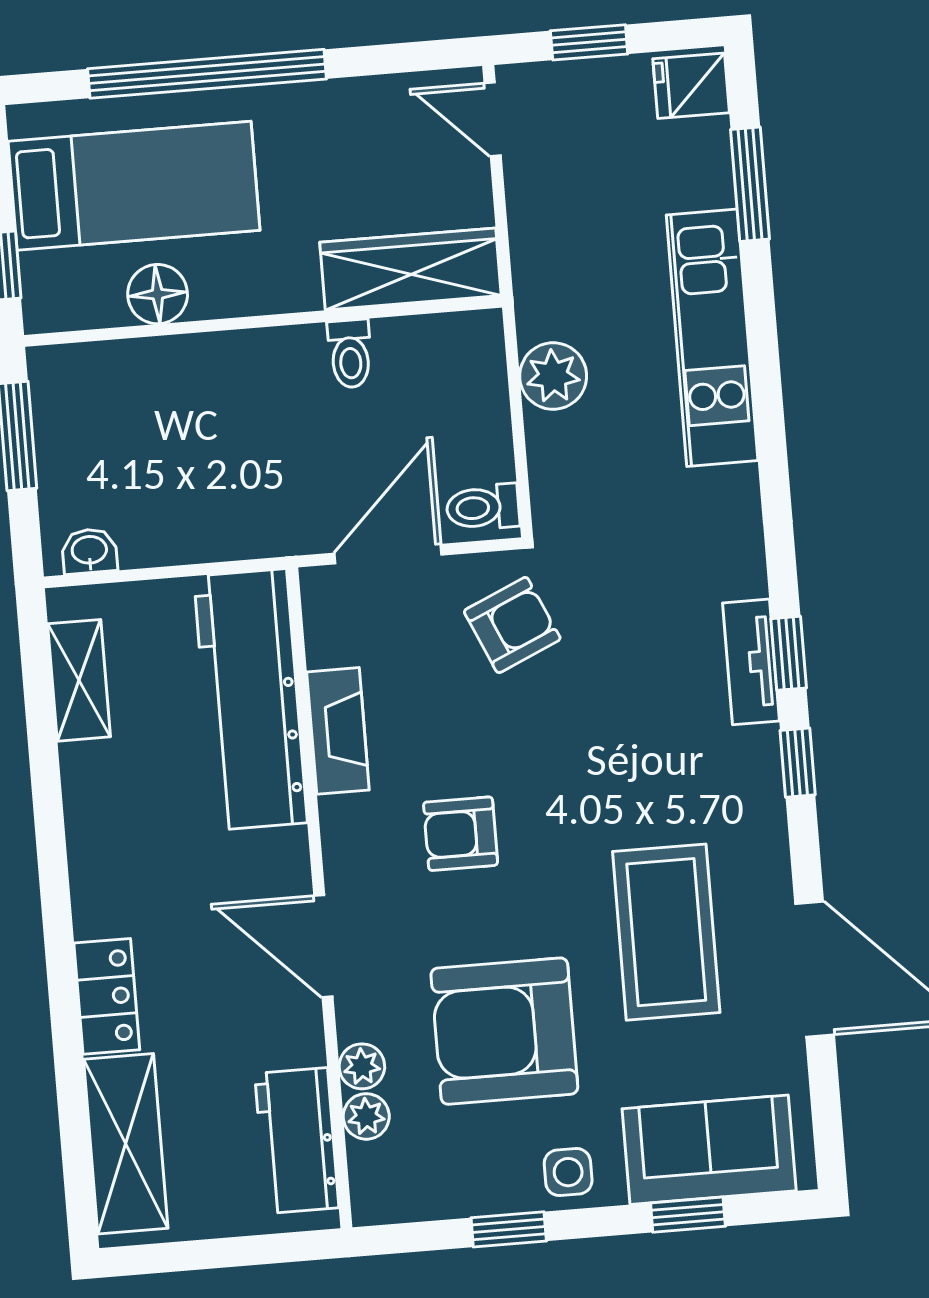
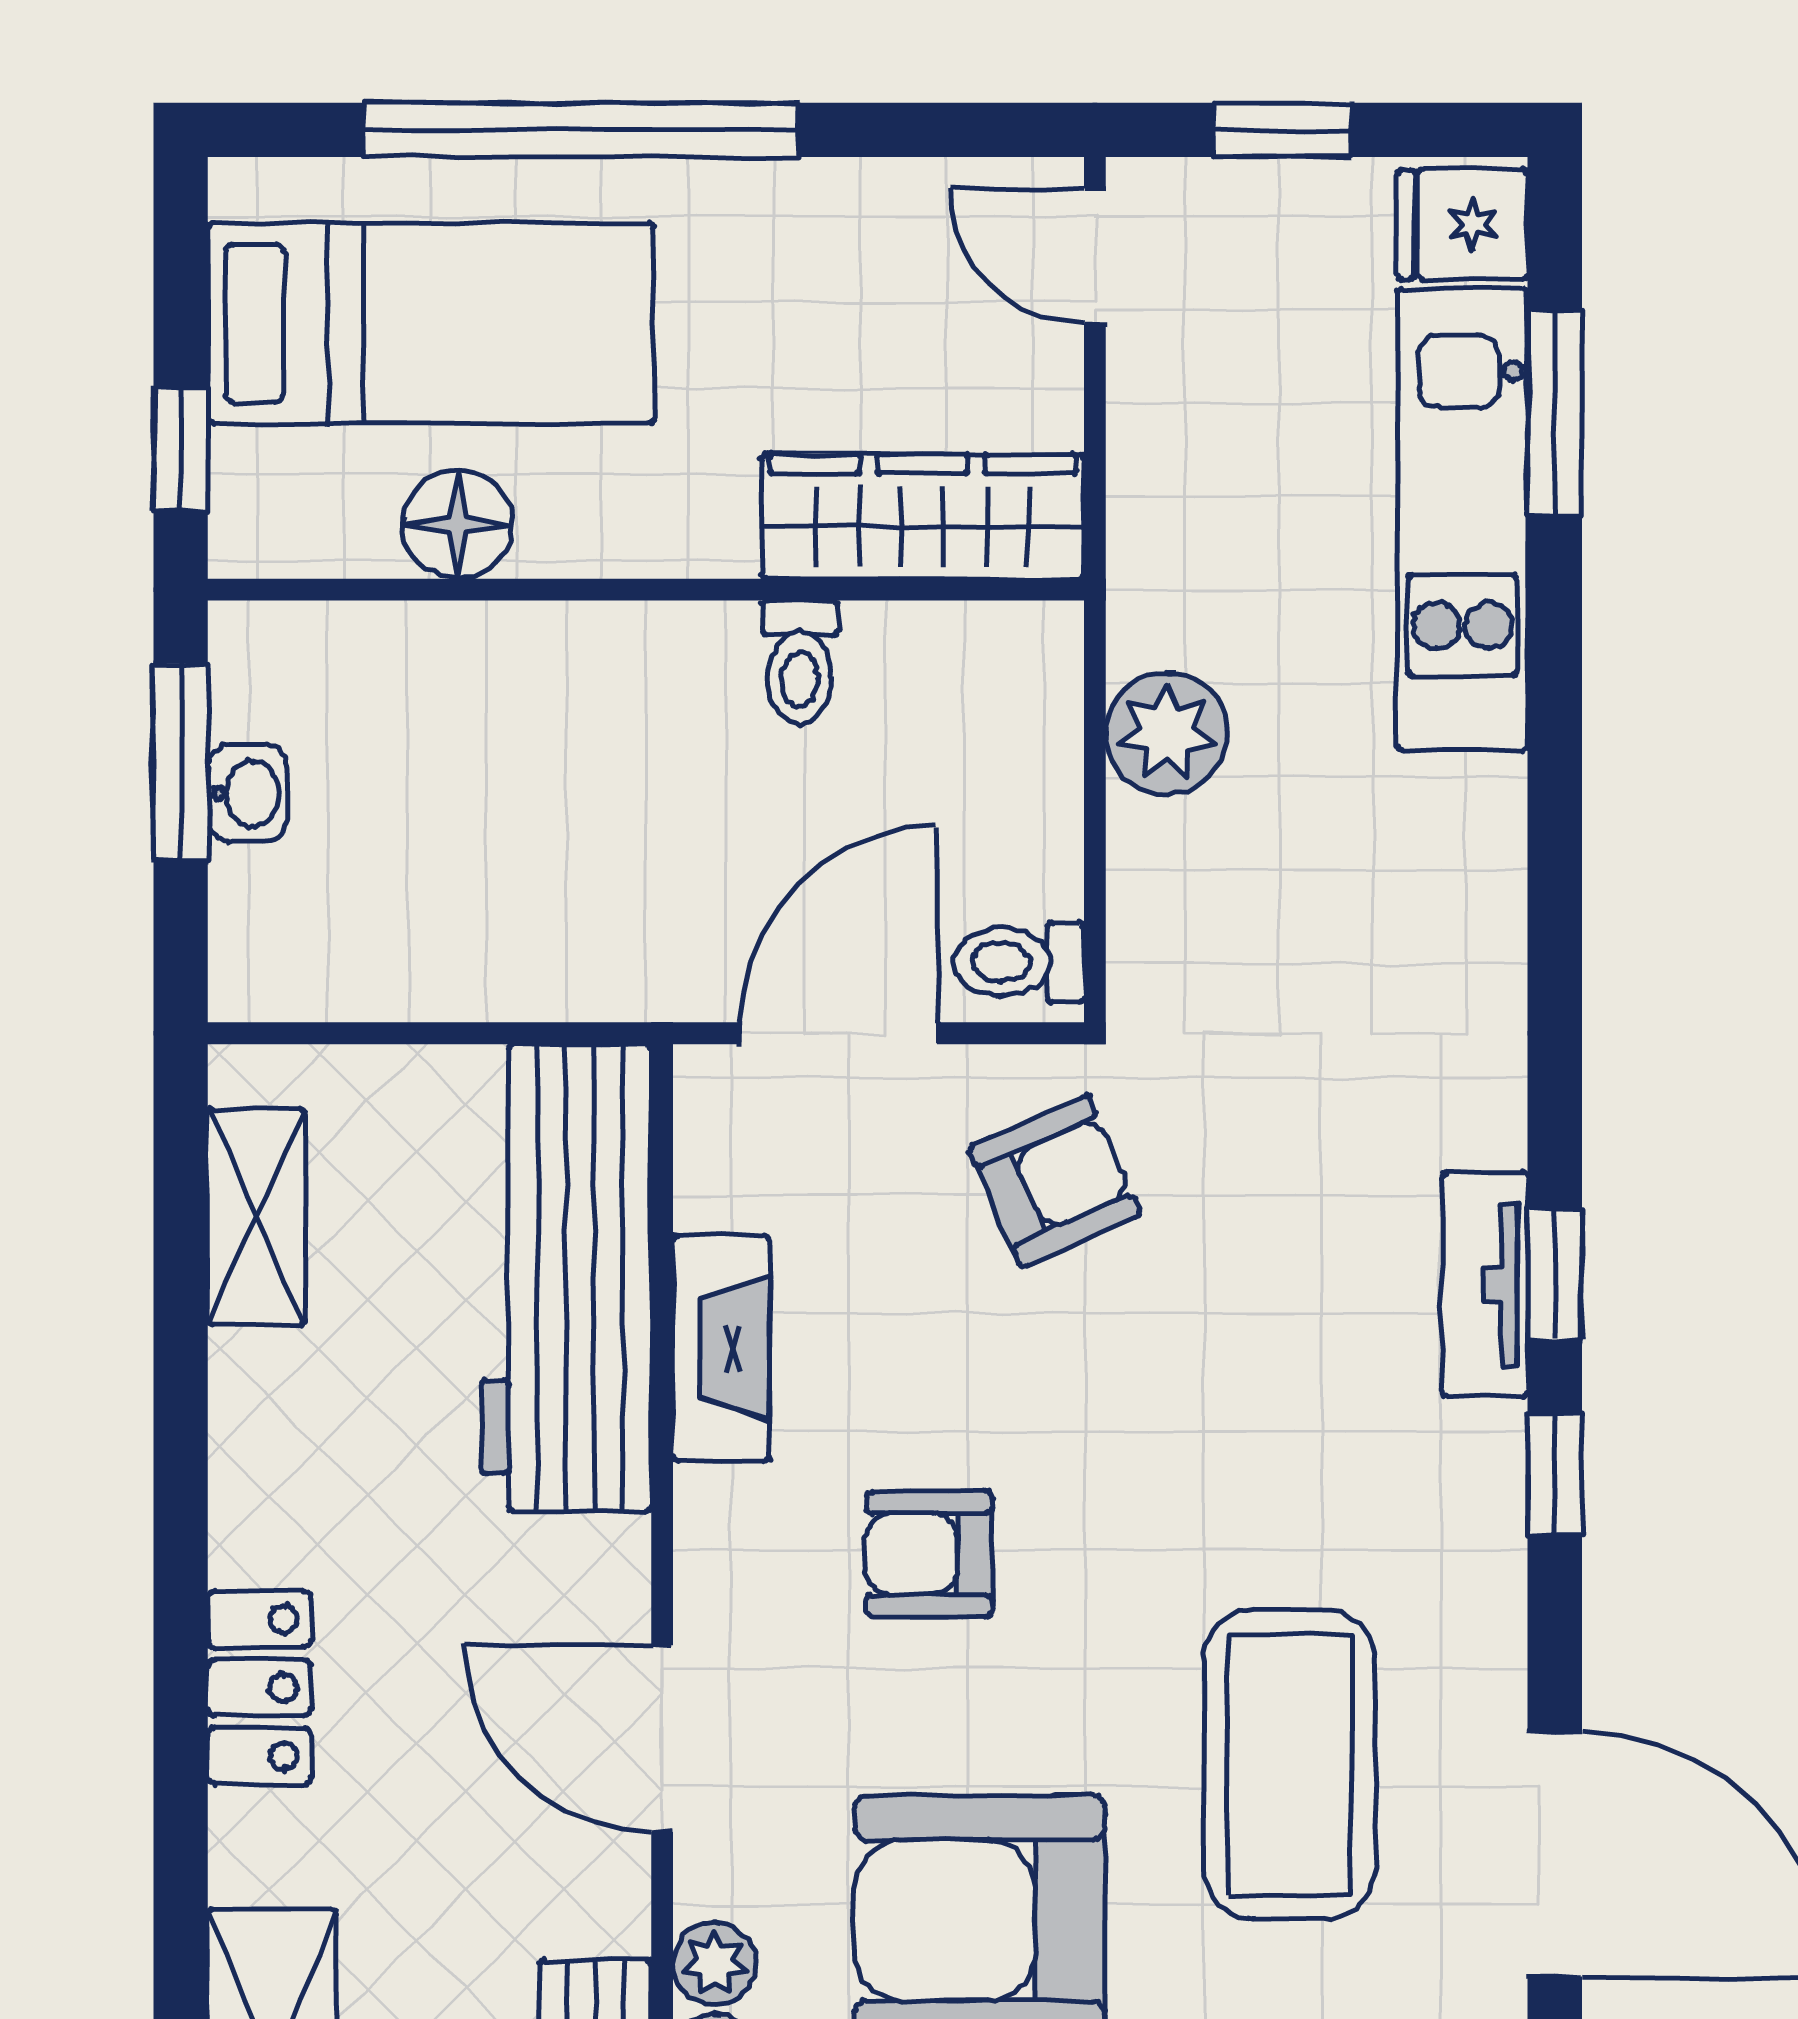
kitchen unit: (712, 338) -> (1463, 519), moved
washbasin: (89, 551) -> (247, 794), moved, turned 90
locker: (107, 996) -> (259, 1688), moved

